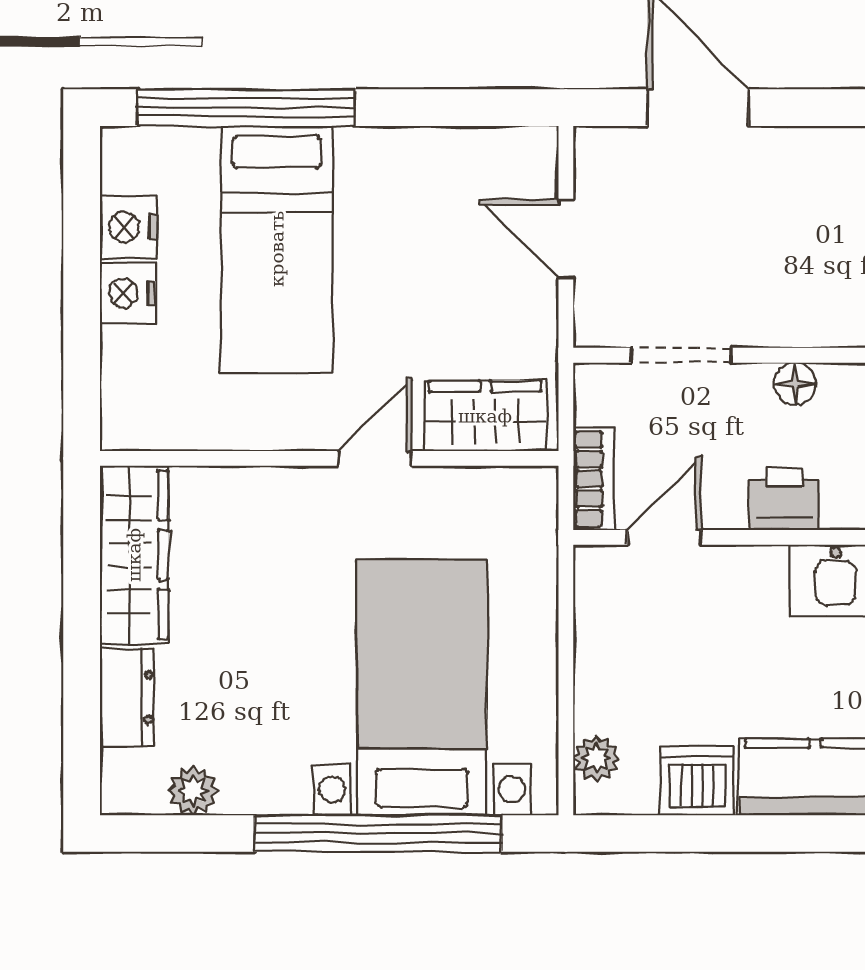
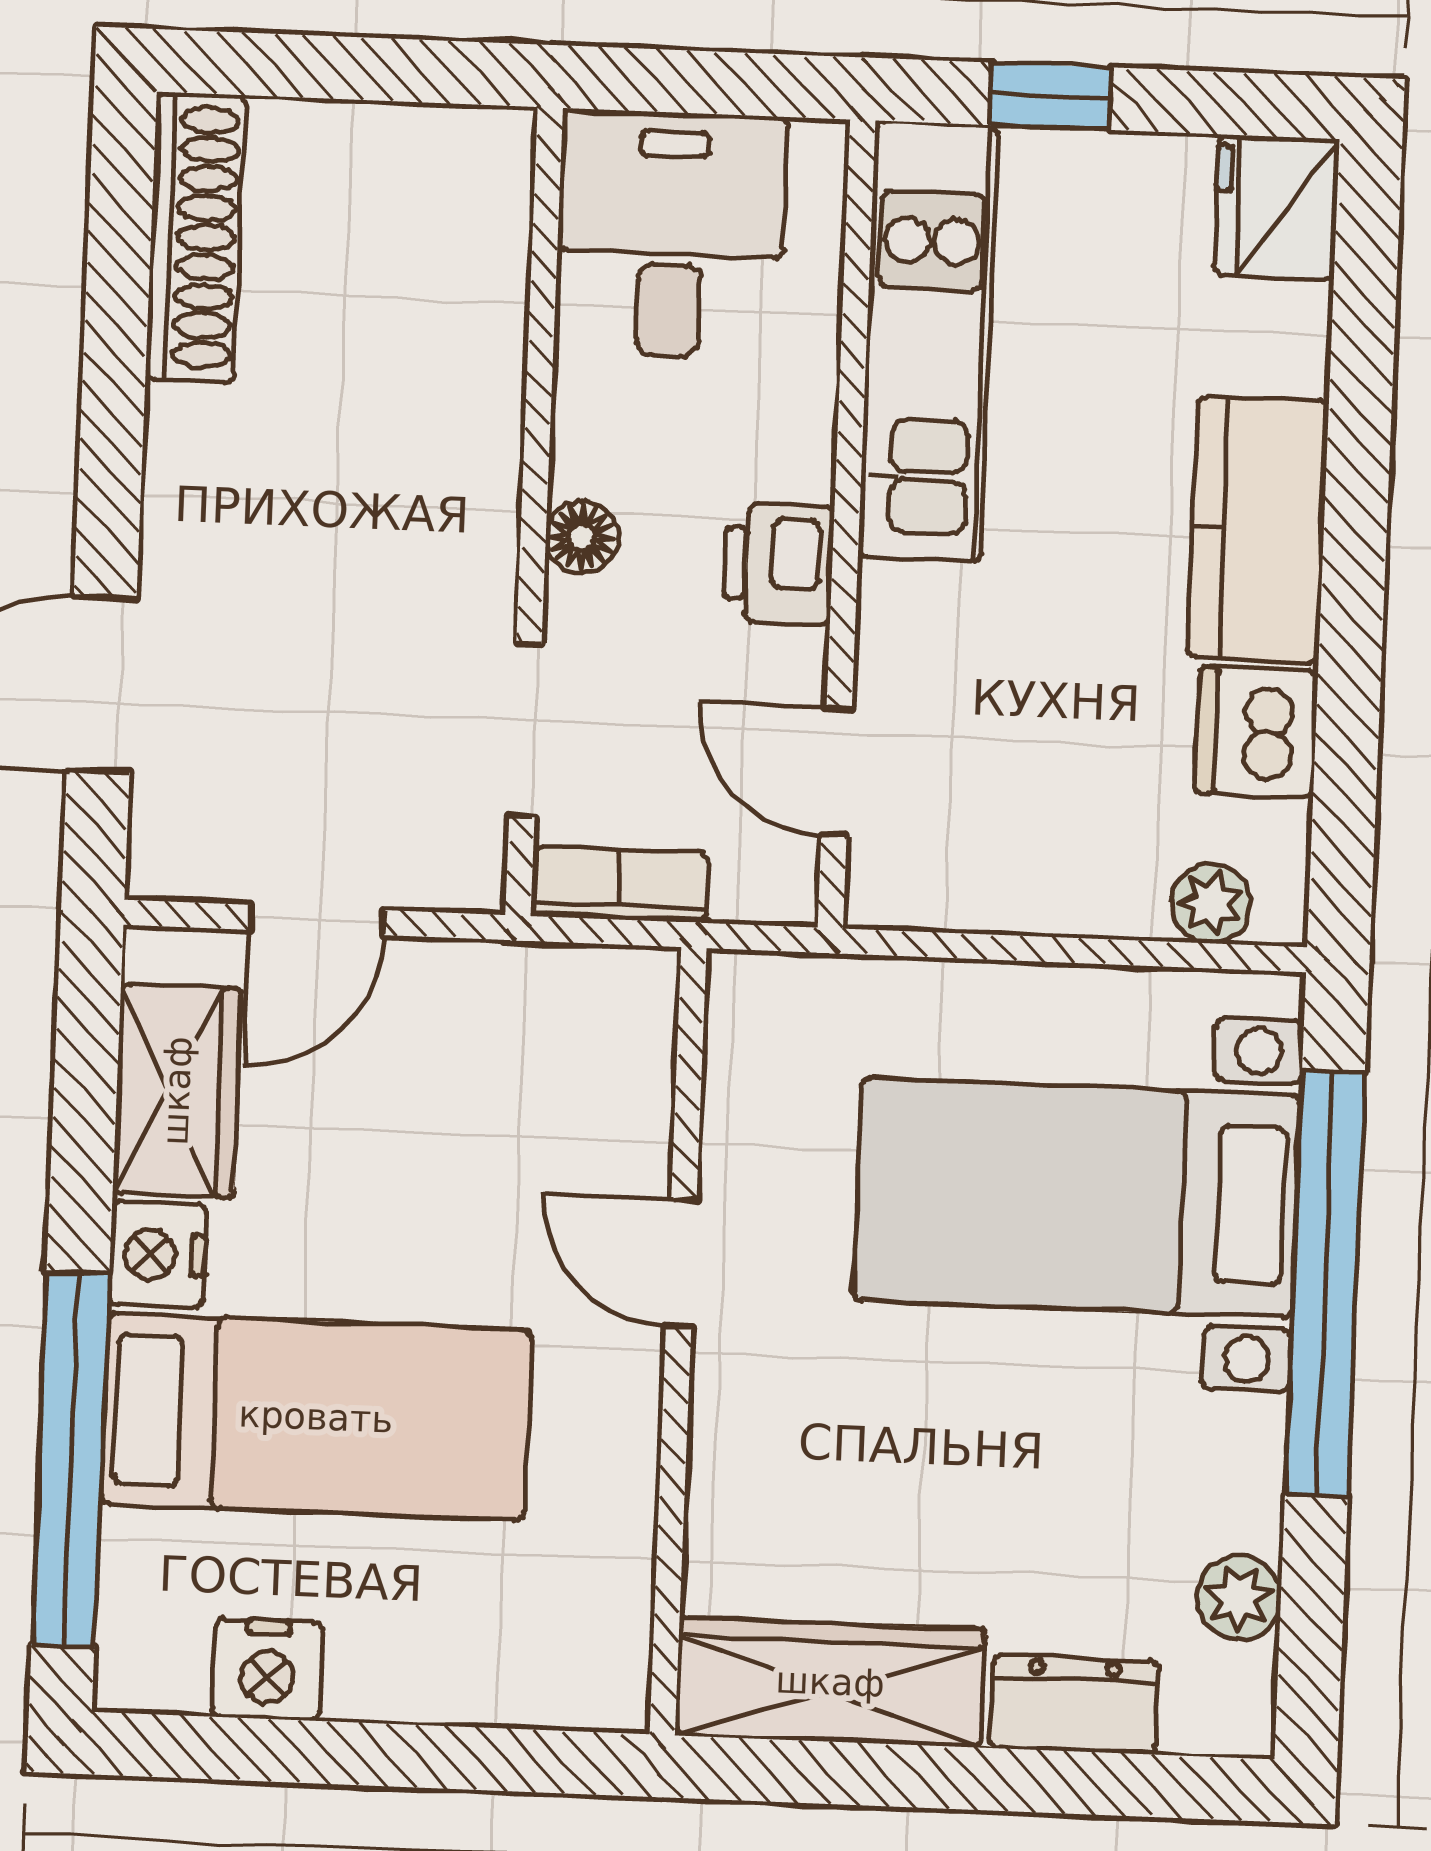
nightstand: (128, 293) -> (158, 1255), moved, turned 90
wardrobe: (485, 416) -> (177, 1091), moved, turned 180
bookcase: (594, 479) -> (619, 884), moved

